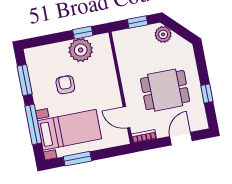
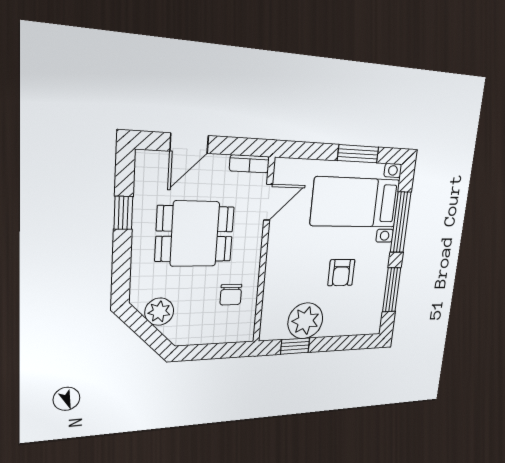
window: (138, 22) -> (210, 351), removed
plant: (163, 34) -> (159, 312), moved
chair: (134, 59) -> (231, 295), added
door: (127, 117) -> (268, 202), hinge flipped

